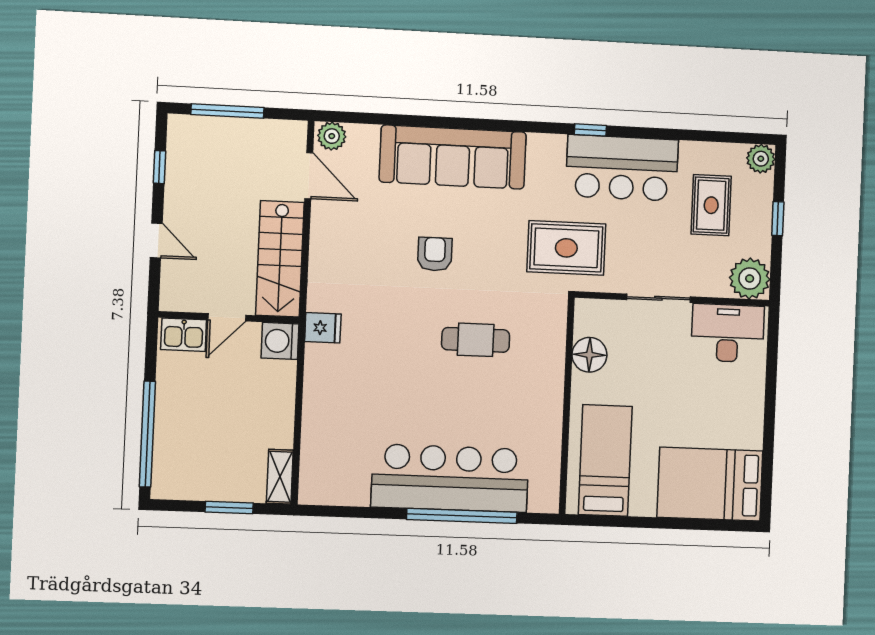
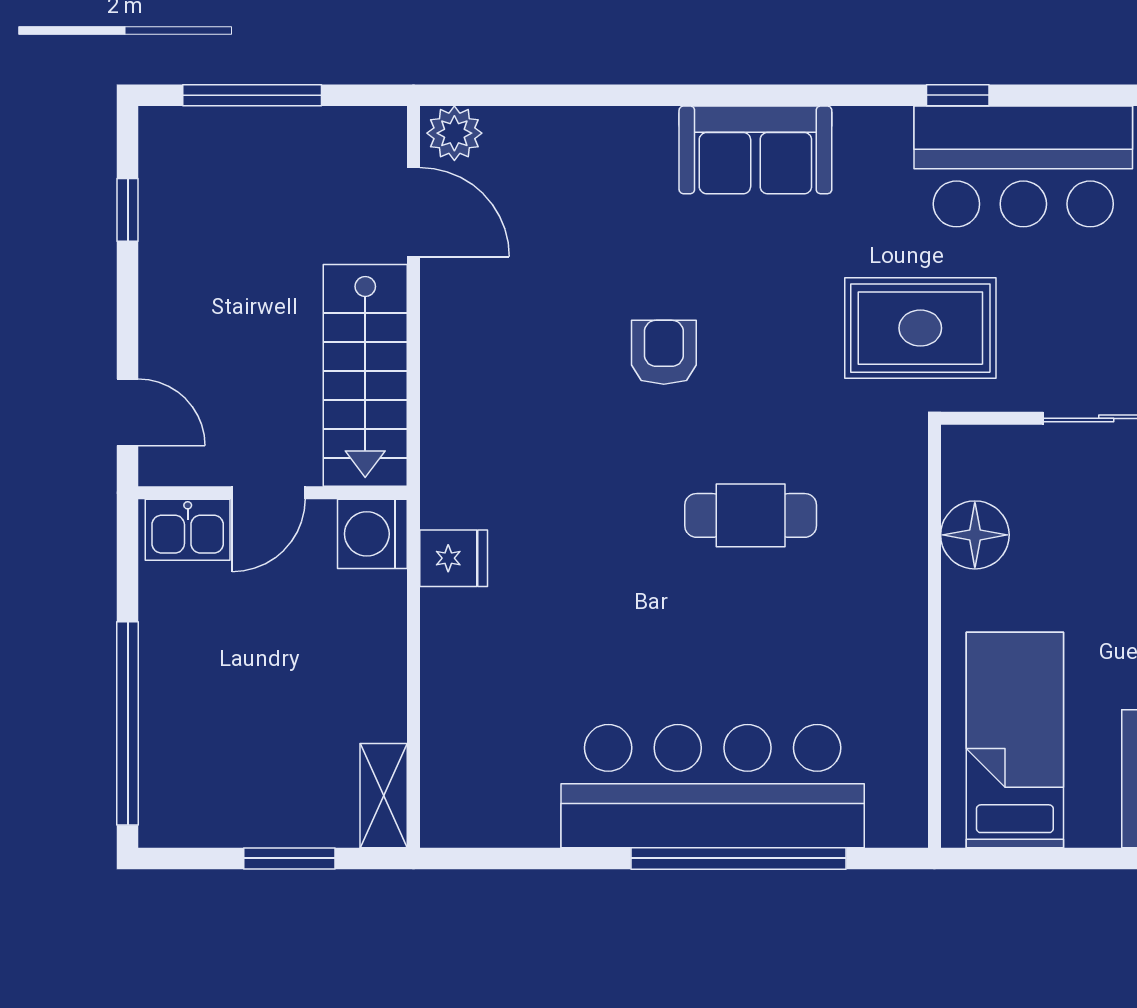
sofa: (453, 157) -> (755, 150), width x0.54, depth x0.79
door: (156, 240) -> (128, 412), moved
fridge: (323, 328) -> (454, 558), moved

